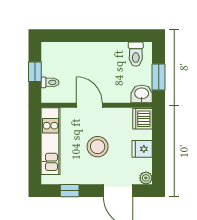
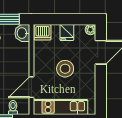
door: (89, 105) -> (31, 87), moved
window: (70, 191) -> (101, 91), removed

